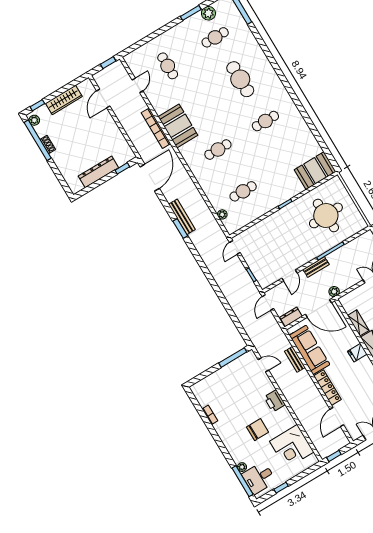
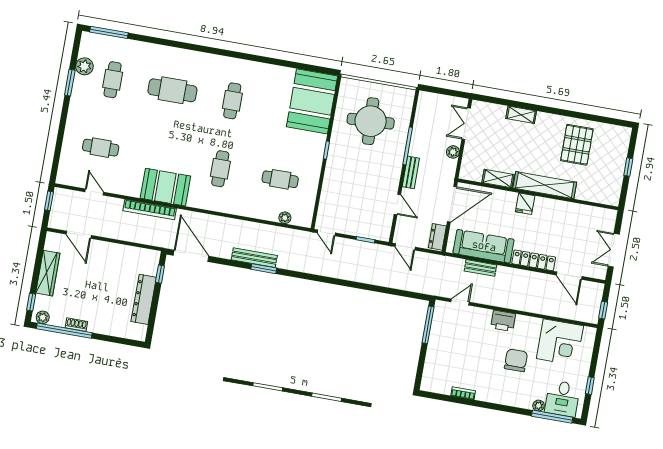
booth: (315, 171) -> (312, 101), width x1.36, depth x1.42
cafe table: (243, 191) -> (280, 179), turned 90
plant: (334, 292) -> (453, 152), moved

